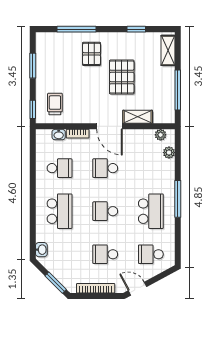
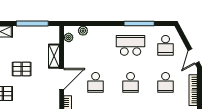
pallet: (122, 77) -> (22, 69), width x0.67, depth x0.71
window: (178, 199) -> (139, 24), moved

